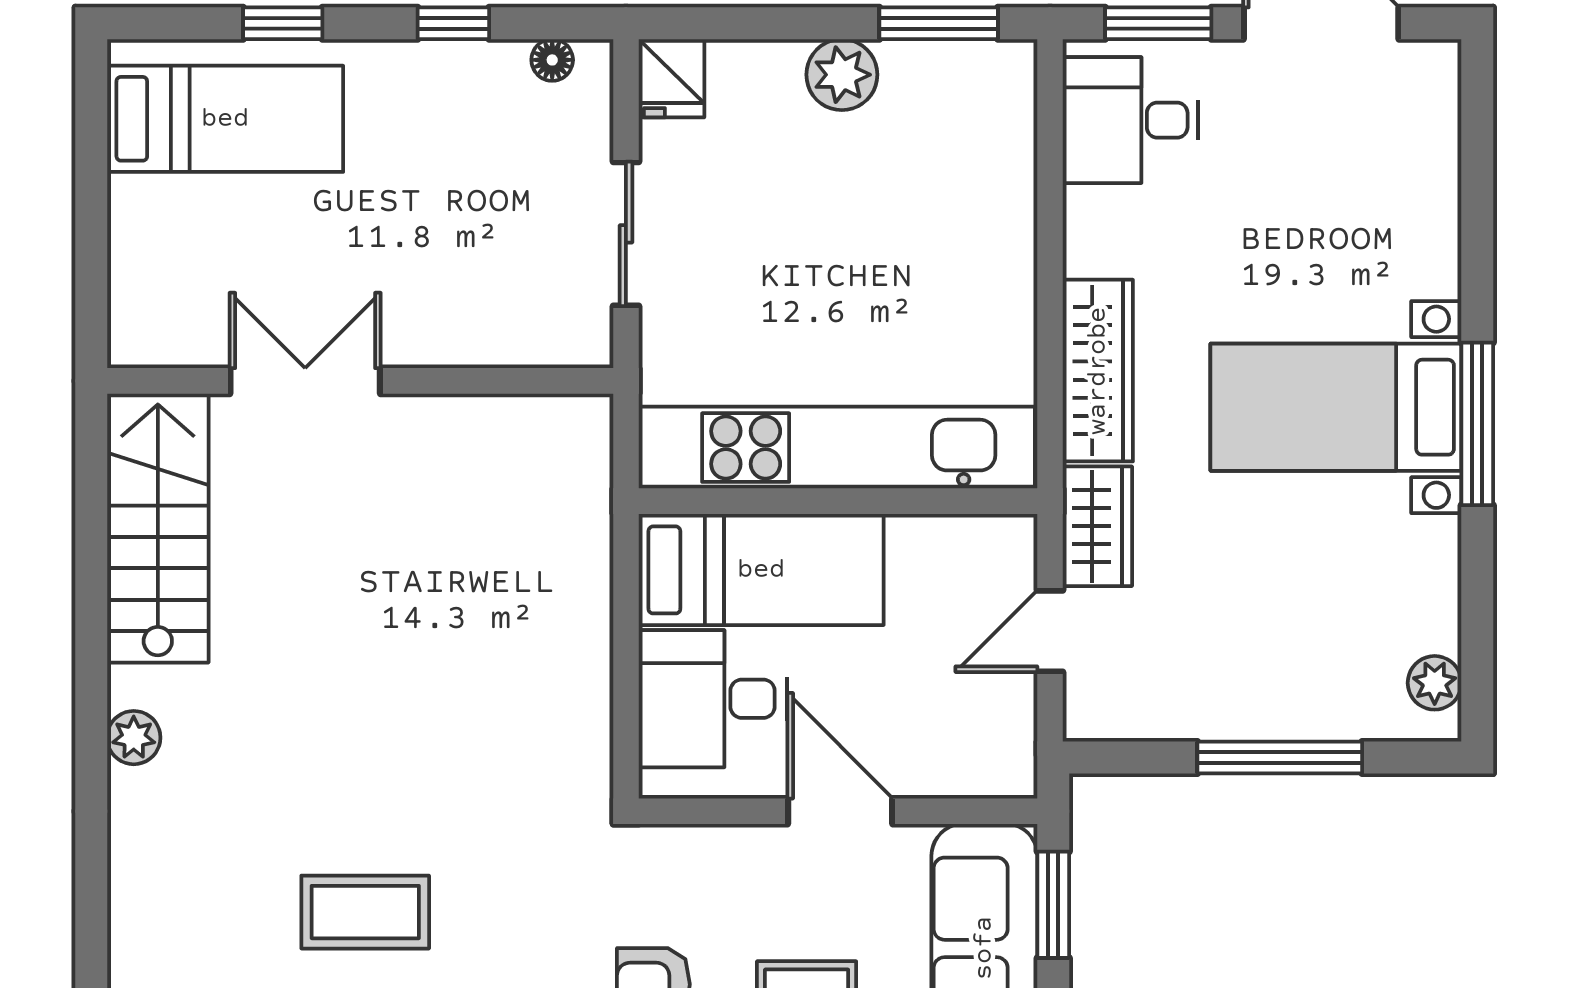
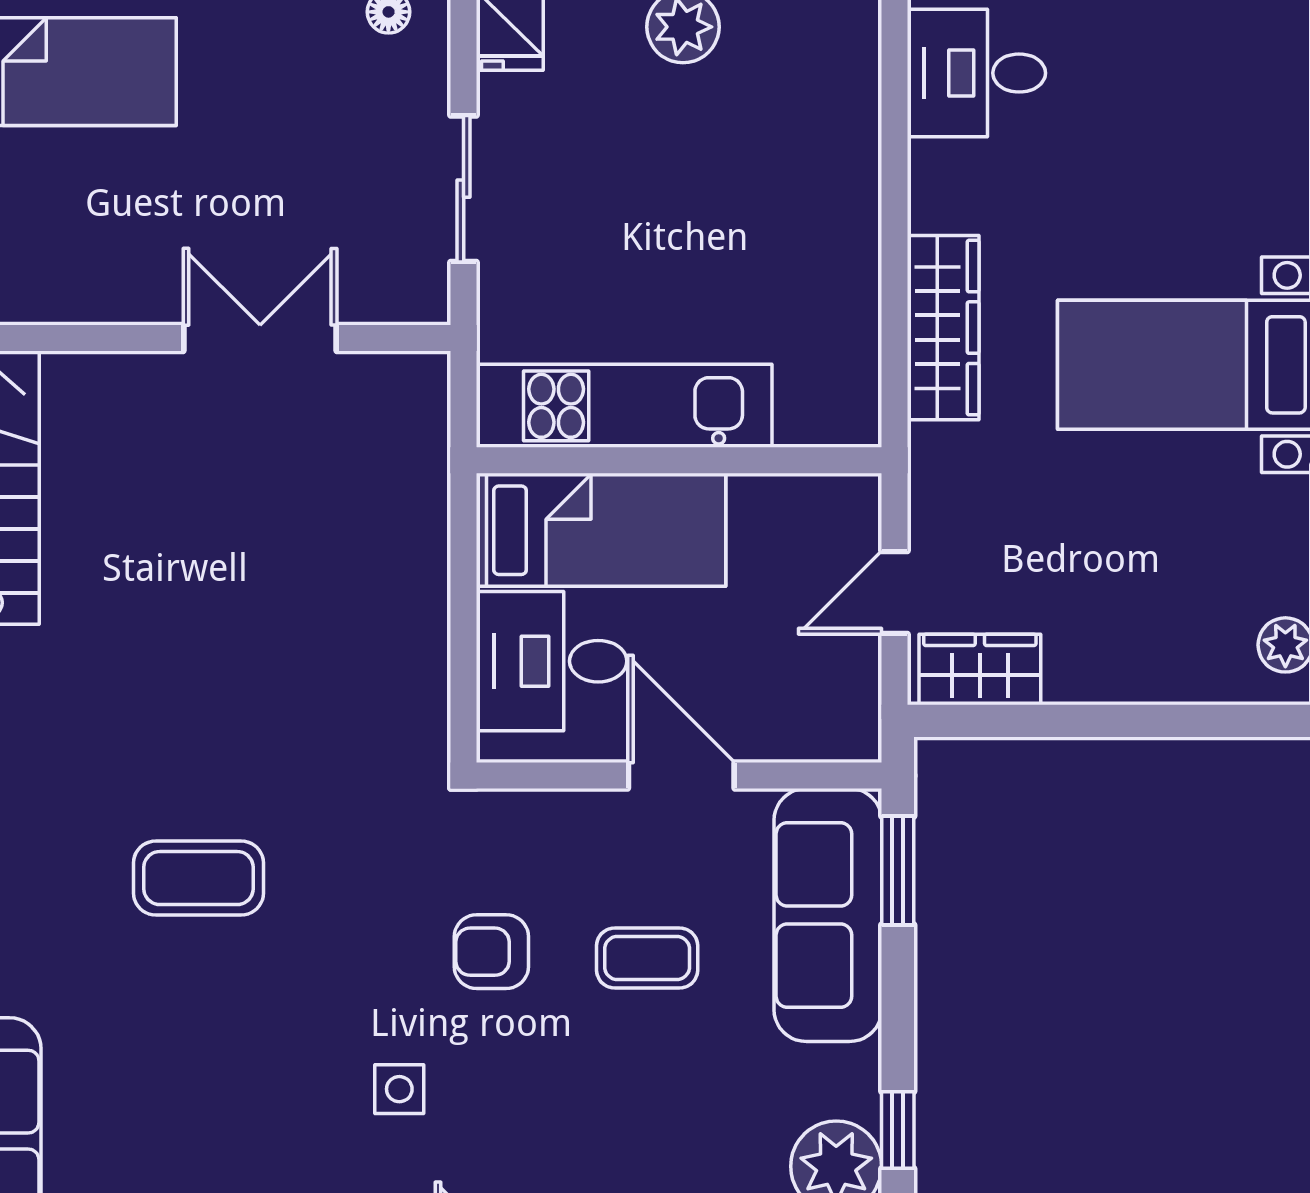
double door: (305, 381) -> (260, 338), moved
kitchen unit: (837, 448) -> (624, 406), width x0.73
wardrobe: (1097, 526) -> (980, 670), moved, turned -90
window: (1280, 757) -> (1128, 721), removed

